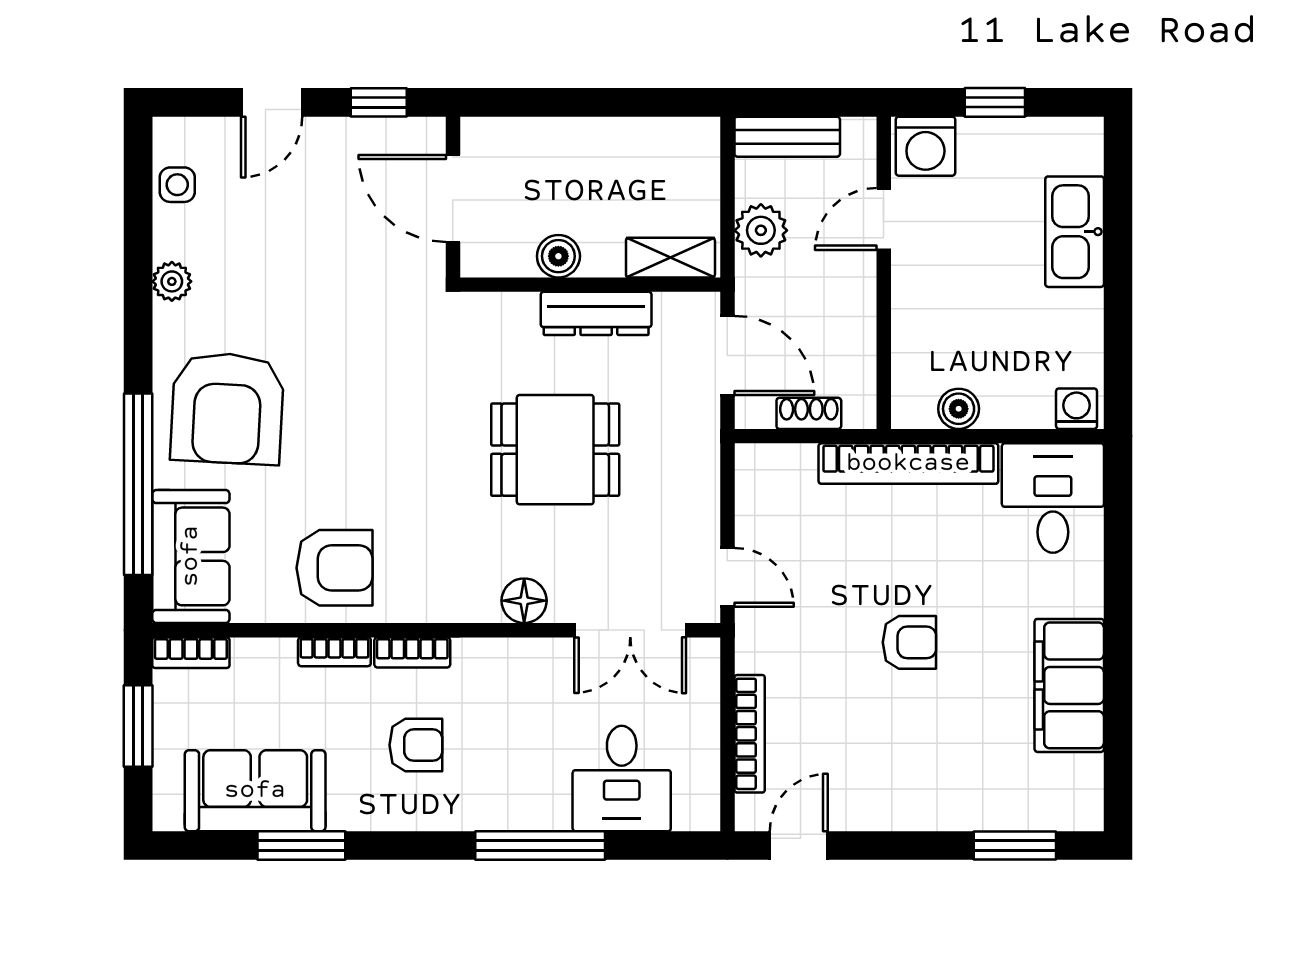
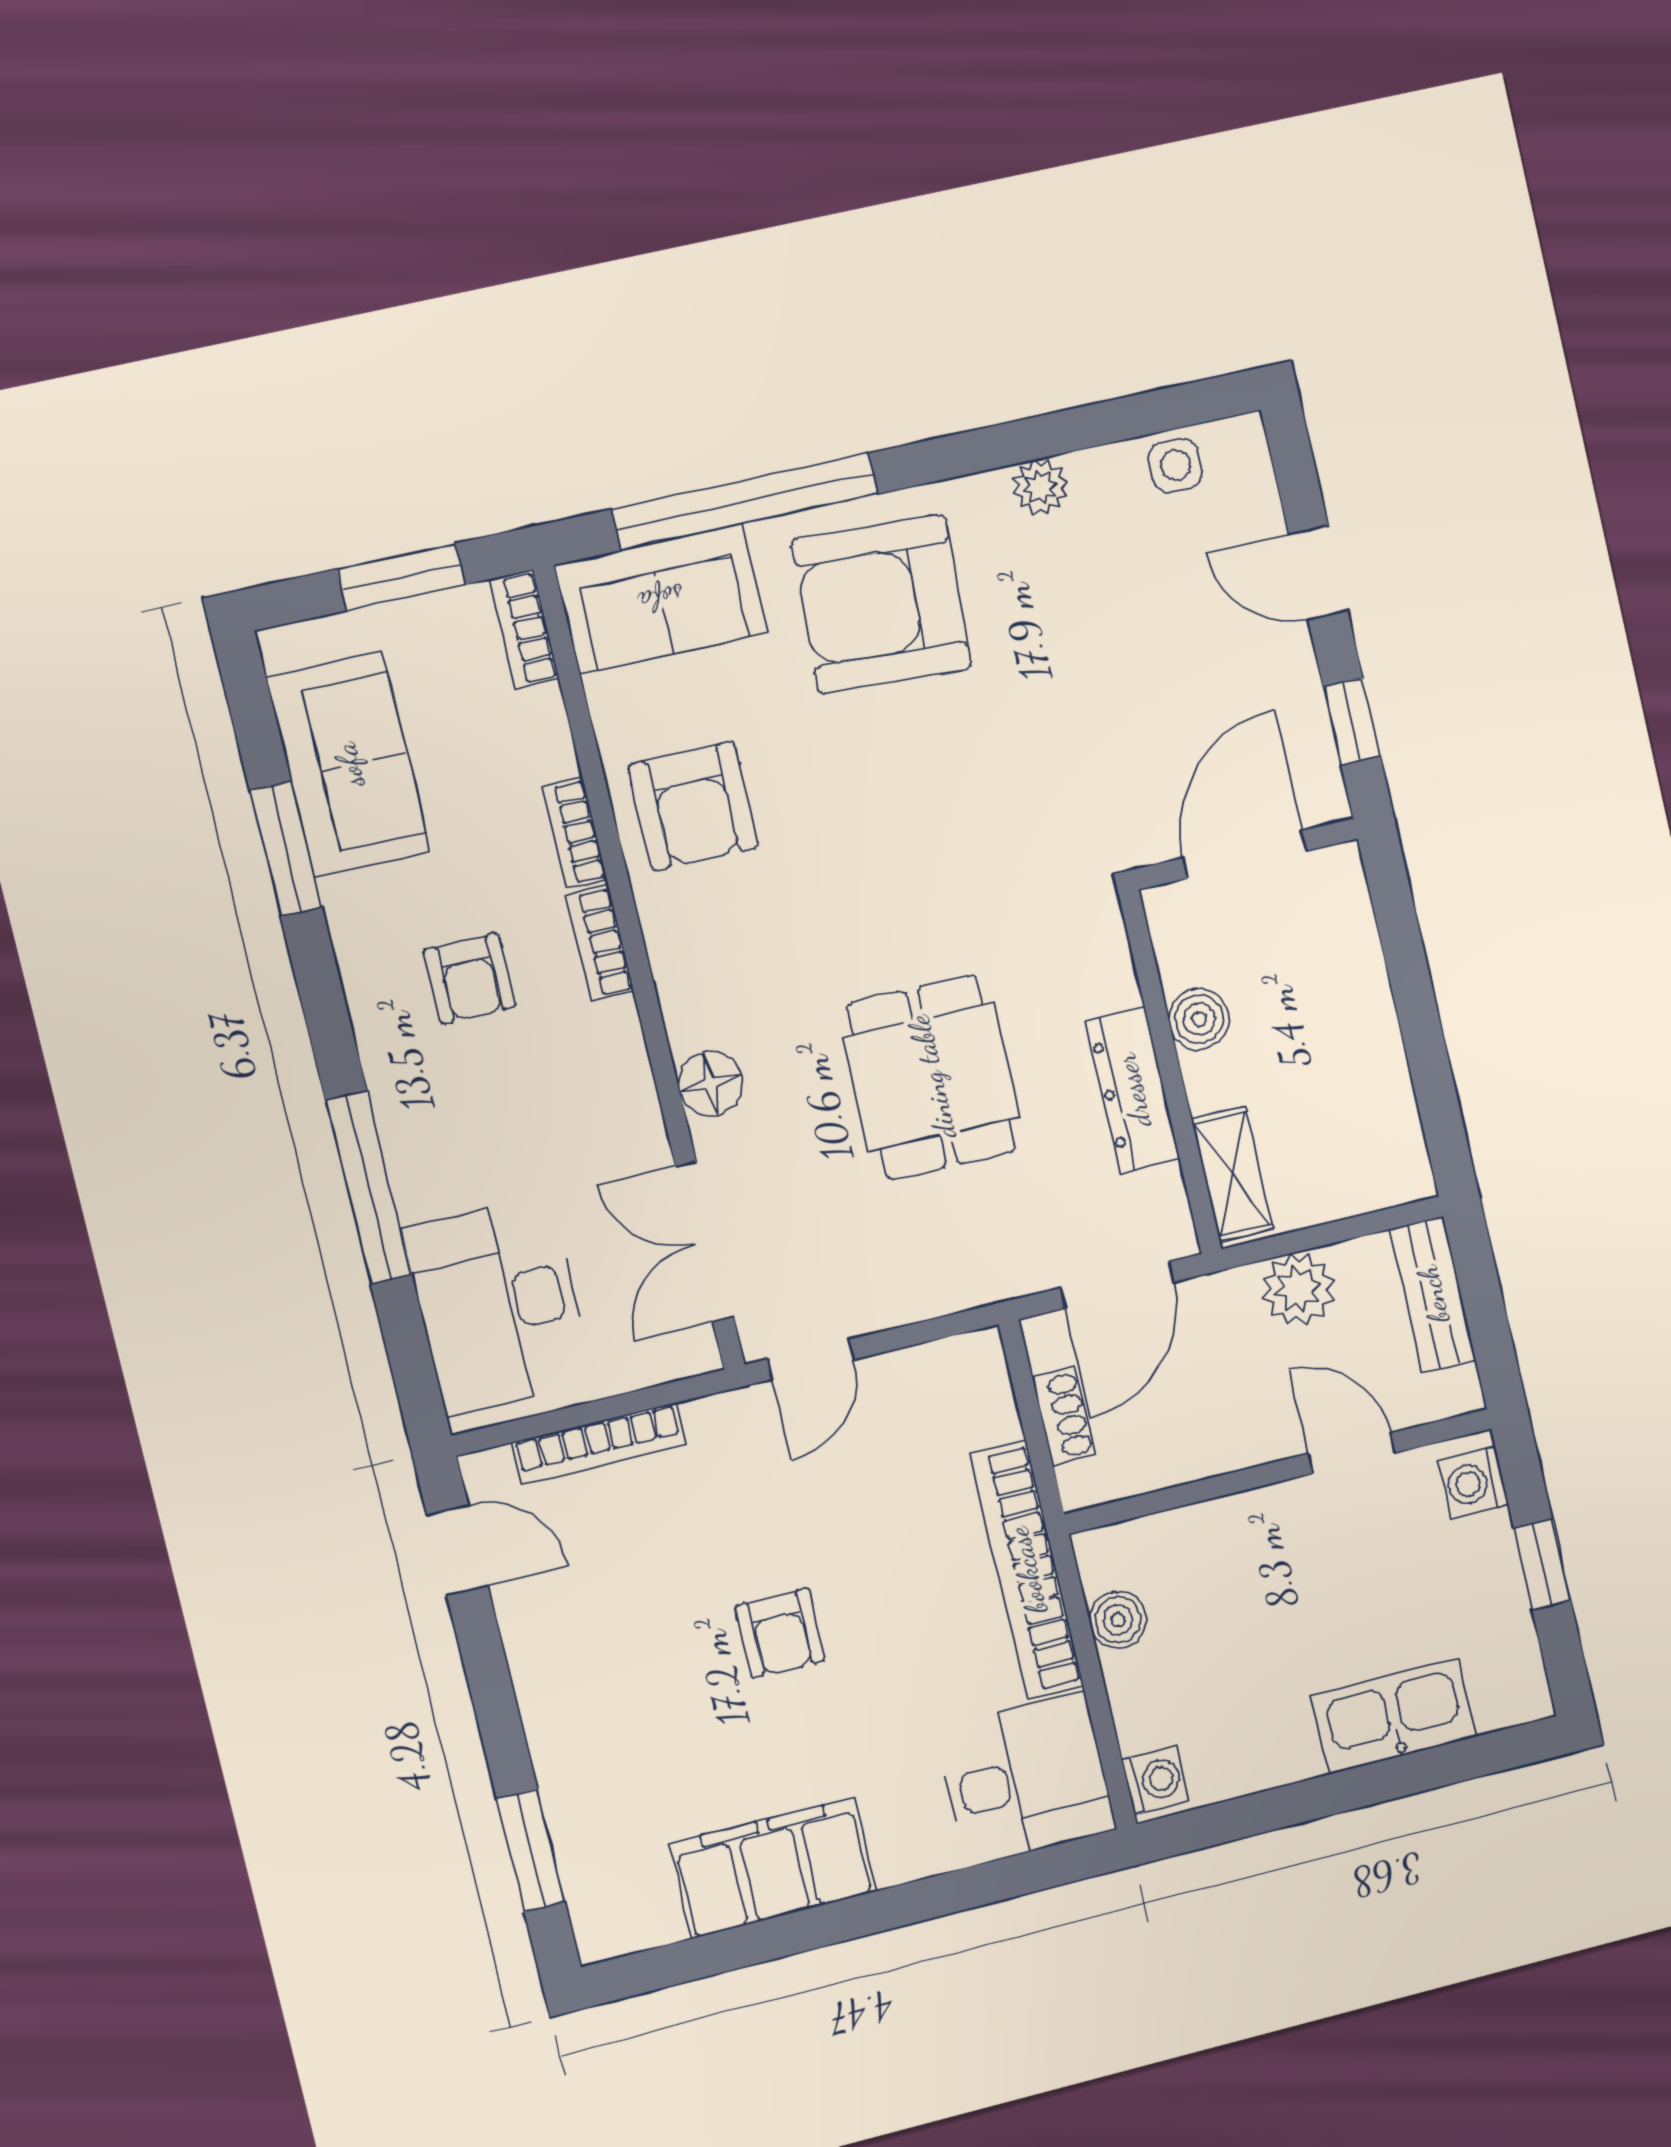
washing machine: (925, 146) -> (1473, 1483), width x0.73, depth x0.73
desk: (622, 779) -> (498, 1305), width x1.37

